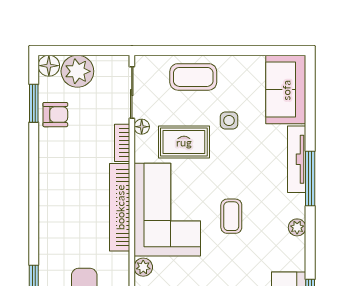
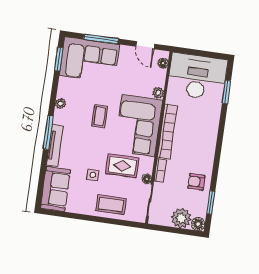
armchair: (55, 115) -> (196, 182), moved

